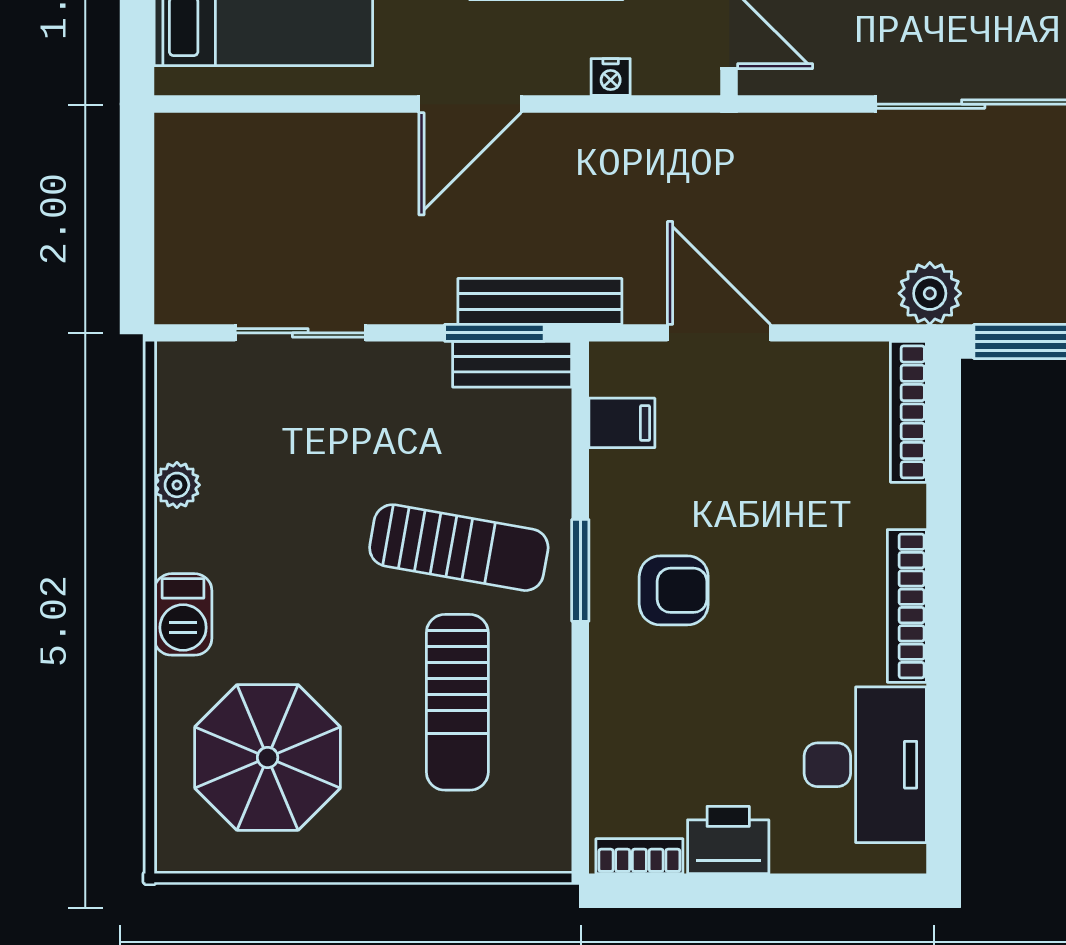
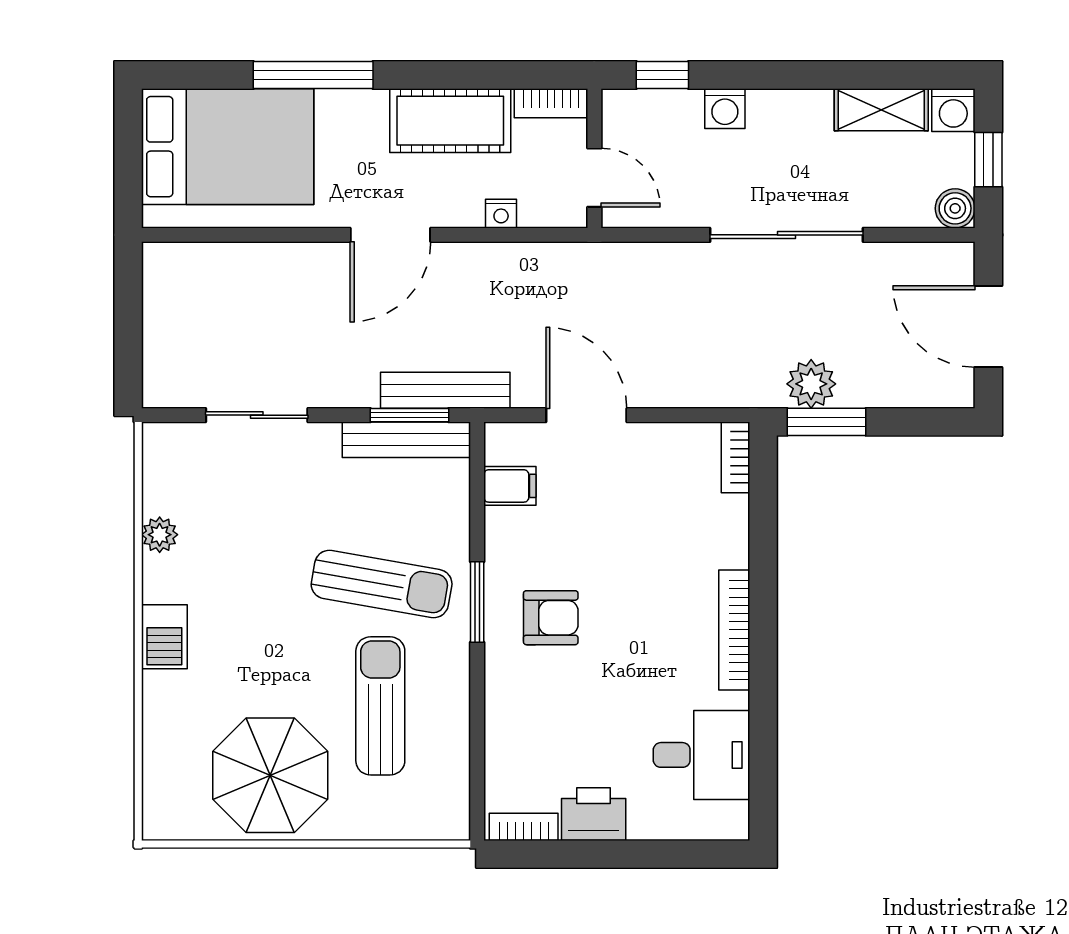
plant: (930, 293) -> (811, 384), moved
bench: (512, 364) -> (406, 440), width x1.36
bookcase: (908, 412) -> (735, 457), width x0.64
sun lounger: (457, 702) -> (380, 706), turned 180
parasol: (268, 757) -> (270, 775), moved
desk: (865, 765) -> (702, 755), width x0.73

